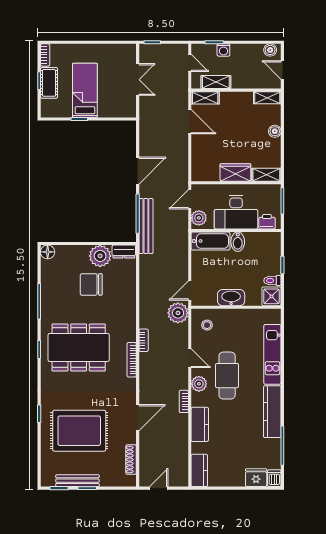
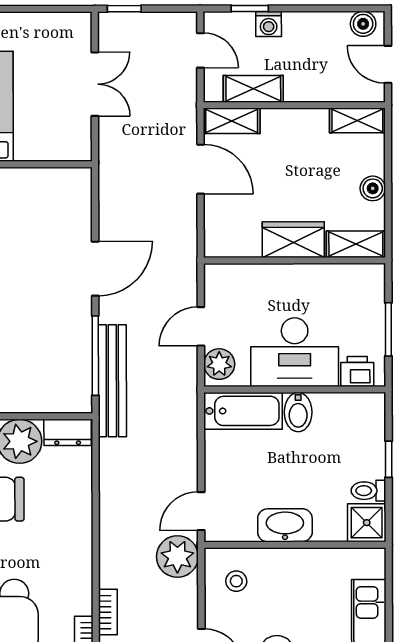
wardrobe: (235, 172) -> (293, 240), moved
shelving: (266, 175) -> (356, 244), moved
wall: (236, 183) -> (294, 260), moved

